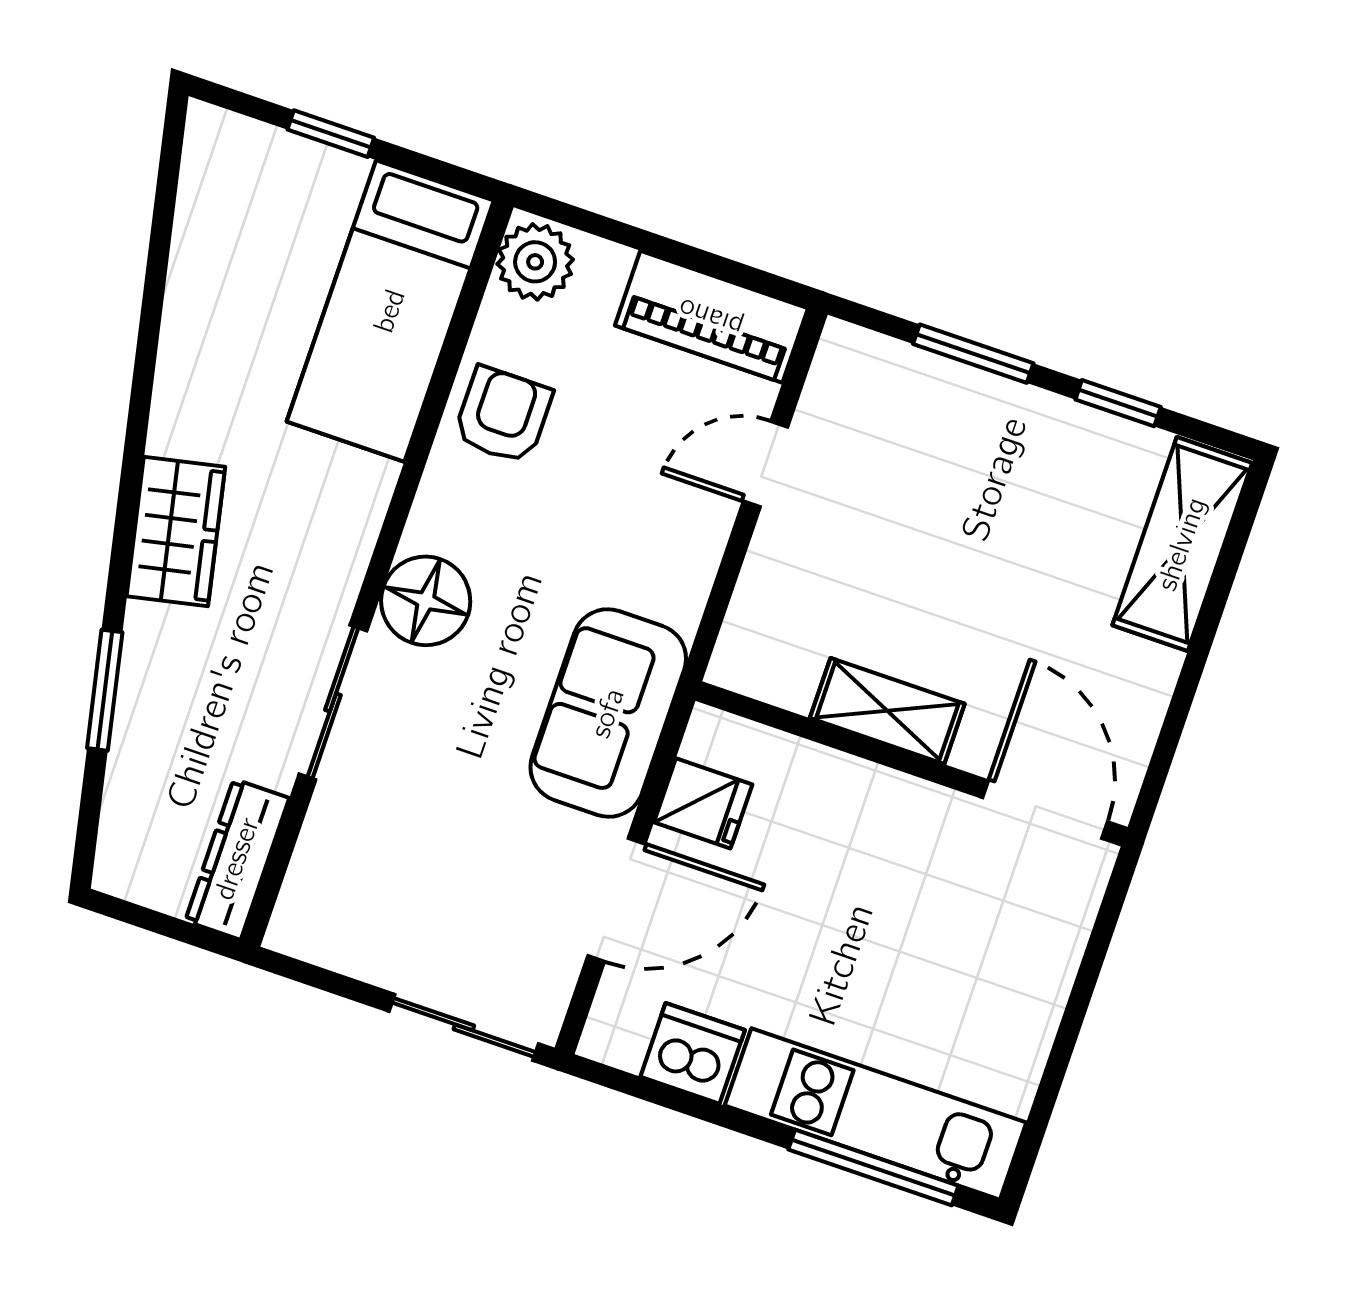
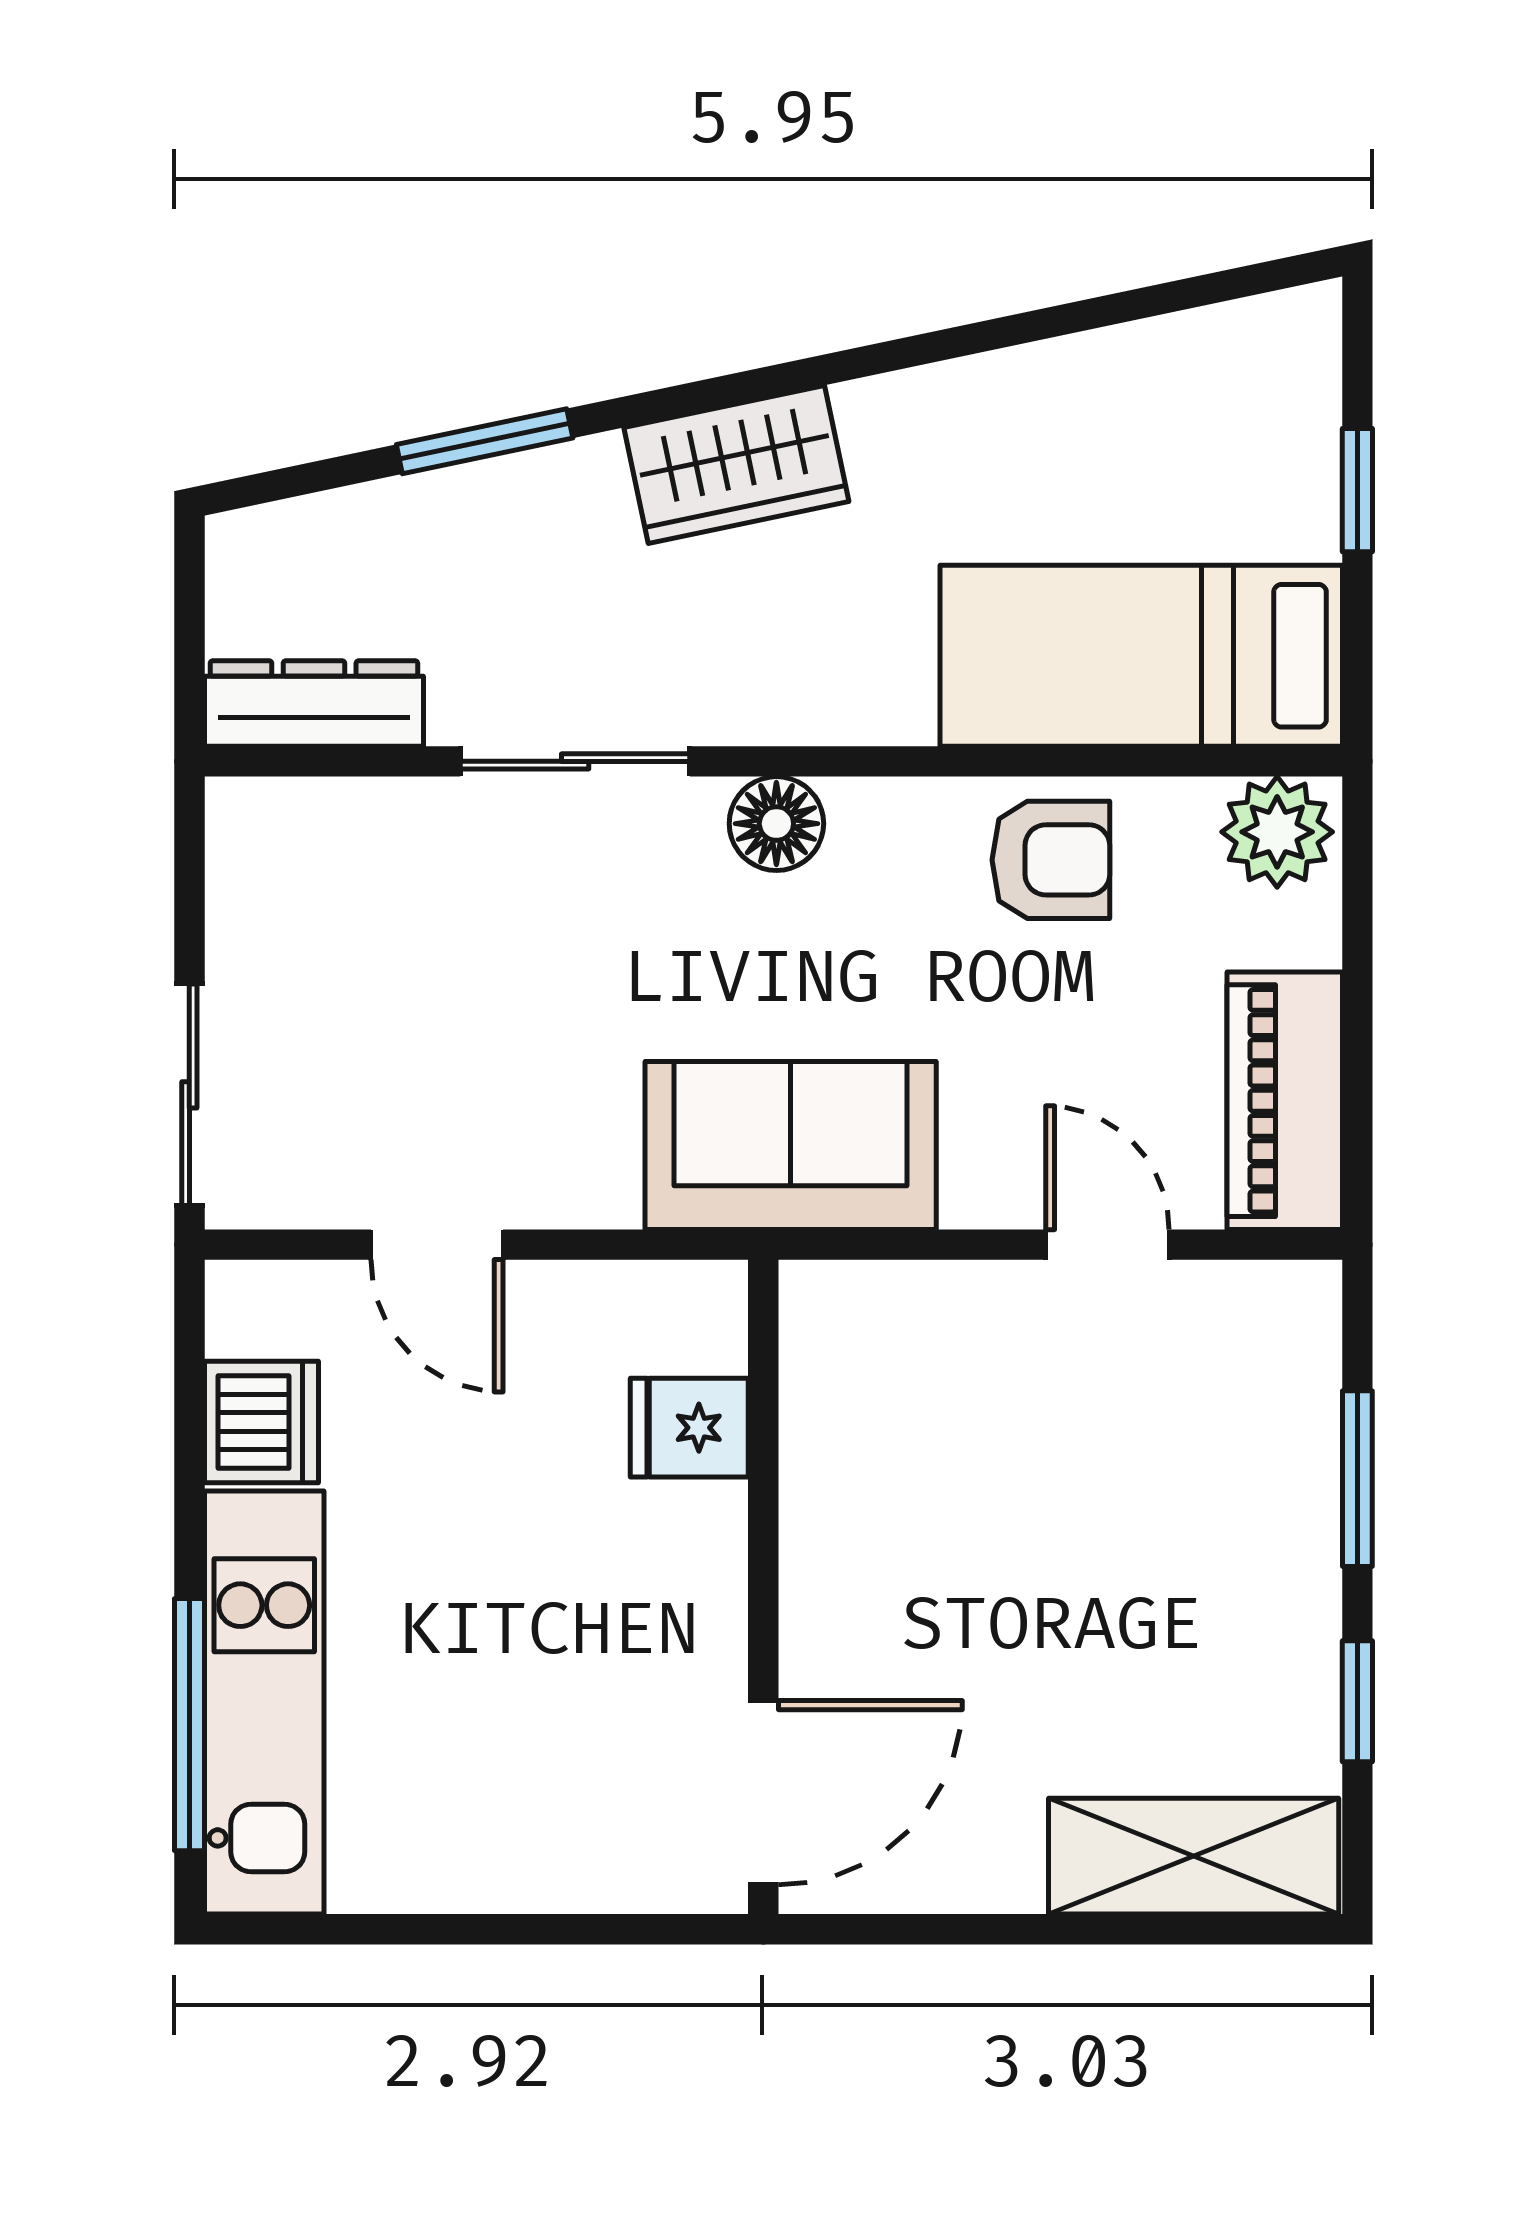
floor lamp: (426, 601) -> (776, 824), width x0.73, depth x0.73
shelving: (887, 711) -> (825, 1529), removed
sofa: (608, 713) -> (791, 1145), moved
fridge: (703, 803) -> (689, 1428), moved, turned 90
door: (616, 900) -> (437, 1245), width x0.73

